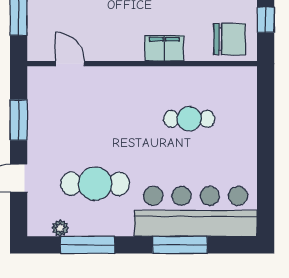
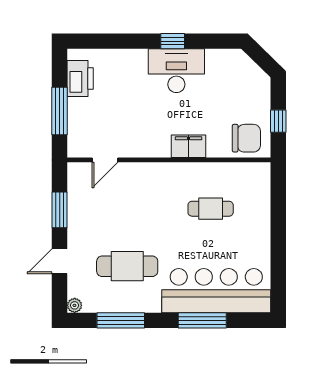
door: (70, 64) -> (105, 160), swing flipped
plant: (60, 228) -> (75, 305), moved

